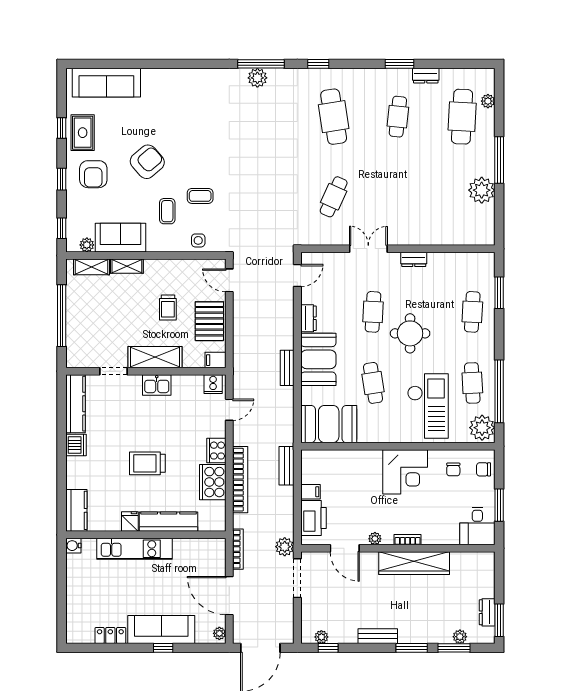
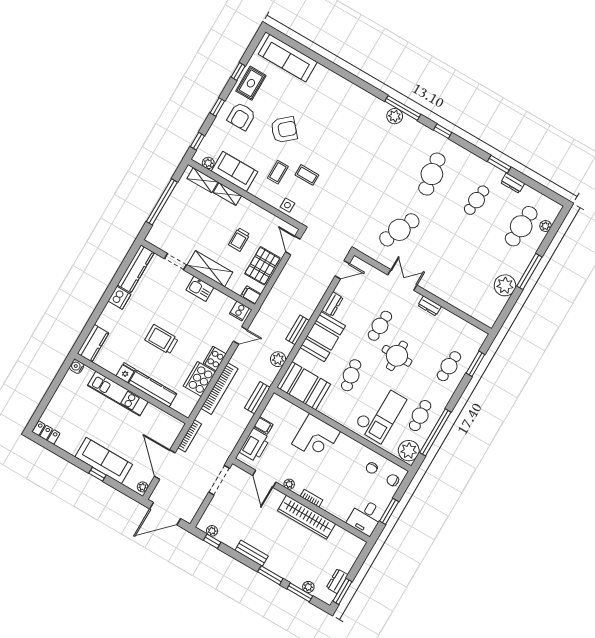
cafe table: (334, 197) -> (399, 230), width x1.37, depth x1.35
corner desk: (405, 472) -> (316, 438), moved
plant: (285, 547) -> (278, 359), moved
locker: (110, 635) -> (46, 433), moved

